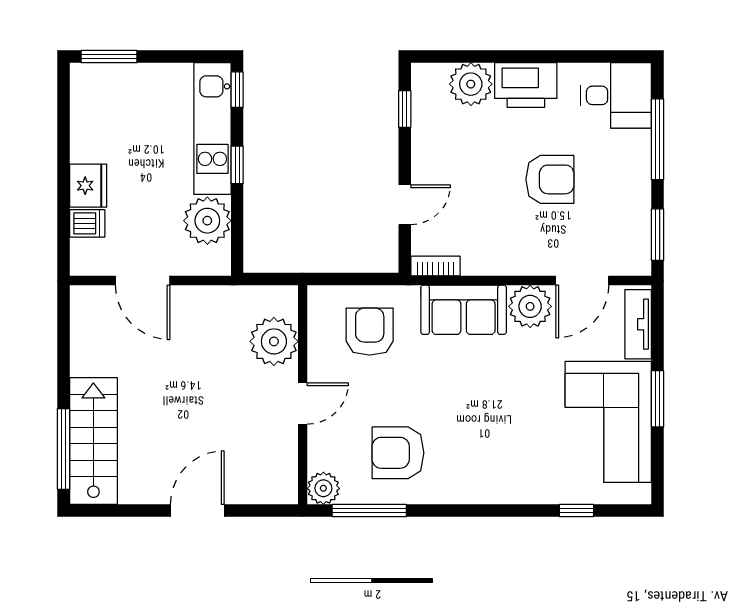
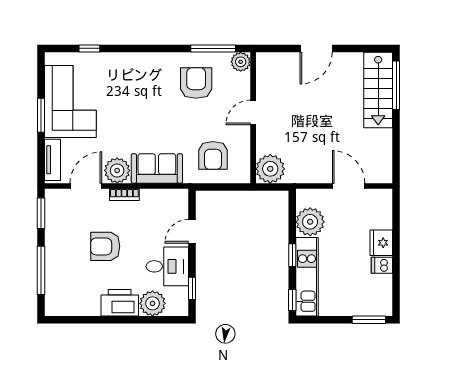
desk: (616, 95) -> (167, 266), moved, turned 180
dishwasher: (87, 223) -> (382, 265), moved
bookcase: (435, 266) -> (124, 195), moved
plant: (274, 341) -> (270, 169), moved
armchair: (398, 453) -> (196, 83), turned -90

